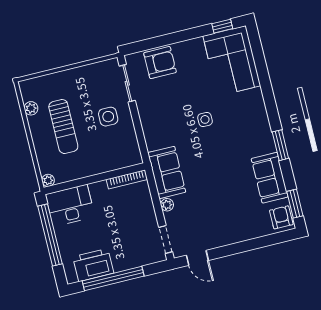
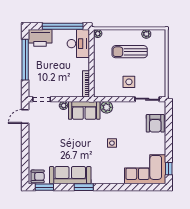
plant: (154, 140) -> (107, 107), added
sofa: (270, 178) -> (70, 175), width x1.36
printer: (93, 265) -> (40, 38), moved, turned 90

